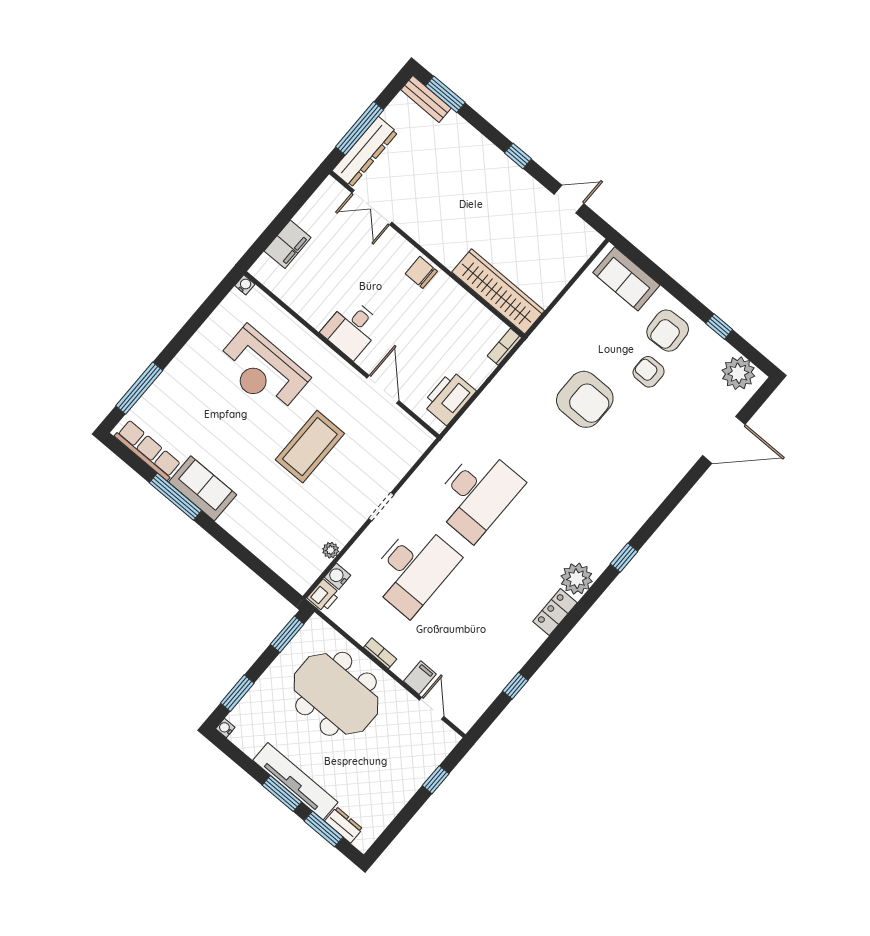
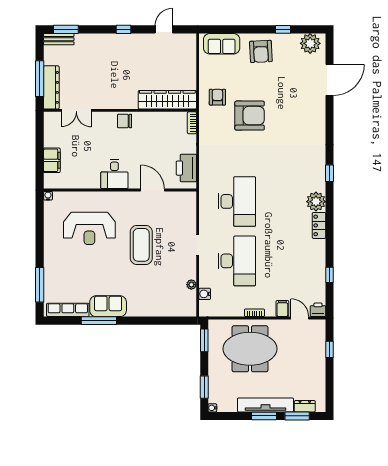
armchair: (649, 372) -> (217, 97), moved, turned 90
printer: (324, 596) -> (318, 310), moved, turned -90

